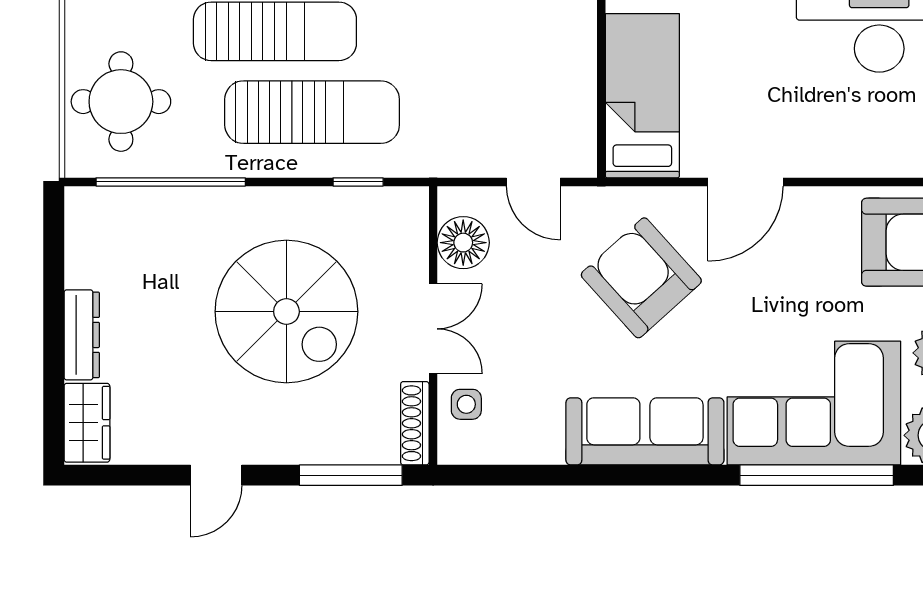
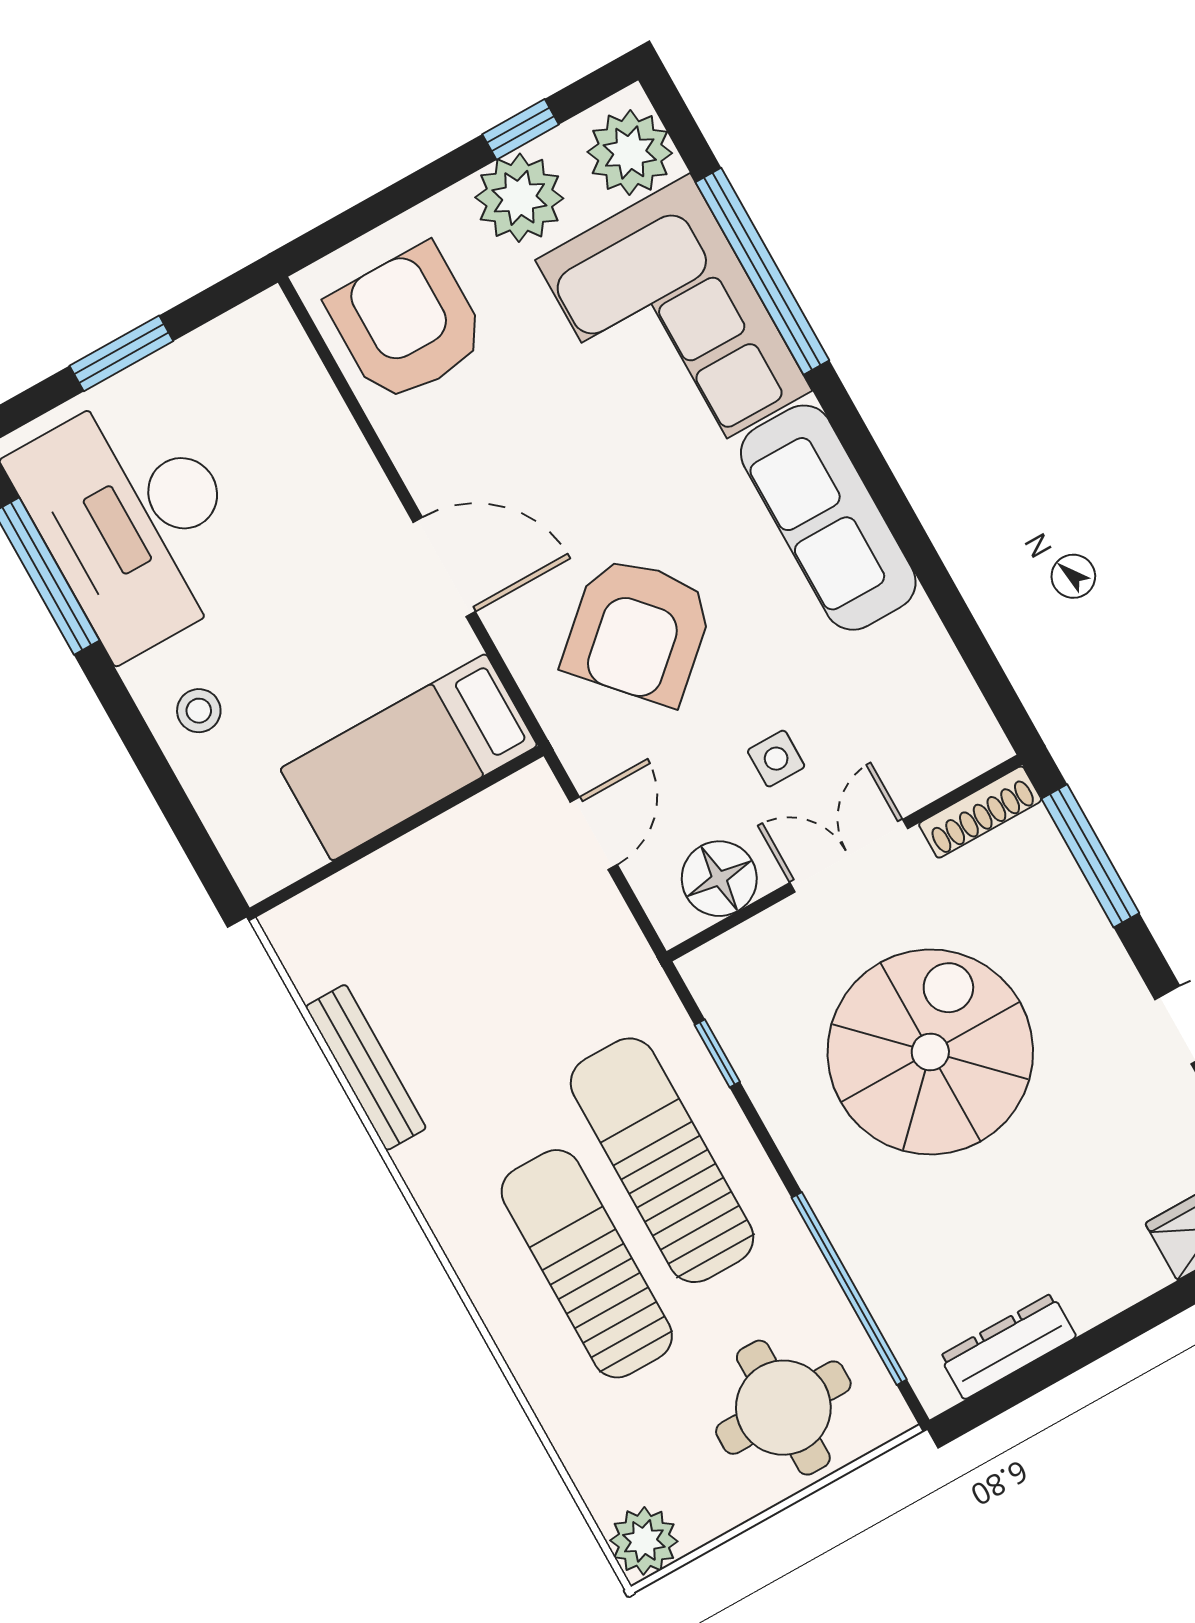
dresser: (82, 335) -> (1008, 1346), moved
side table: (466, 404) -> (776, 759), moved

